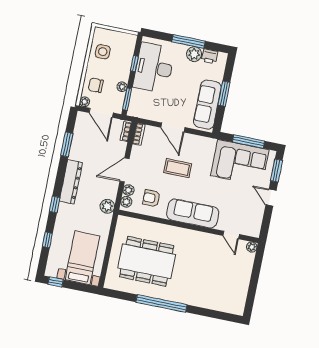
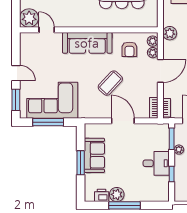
desk: (154, 68) -> (156, 163), width x0.53, depth x0.77
sofa: (207, 105) -> (94, 155), width x0.73
coffee table: (178, 168) -> (110, 83), turned -47
armchair: (151, 198) -> (129, 49), turned 90
plant: (252, 247) -> (29, 18), width x1.88, depth x1.88

